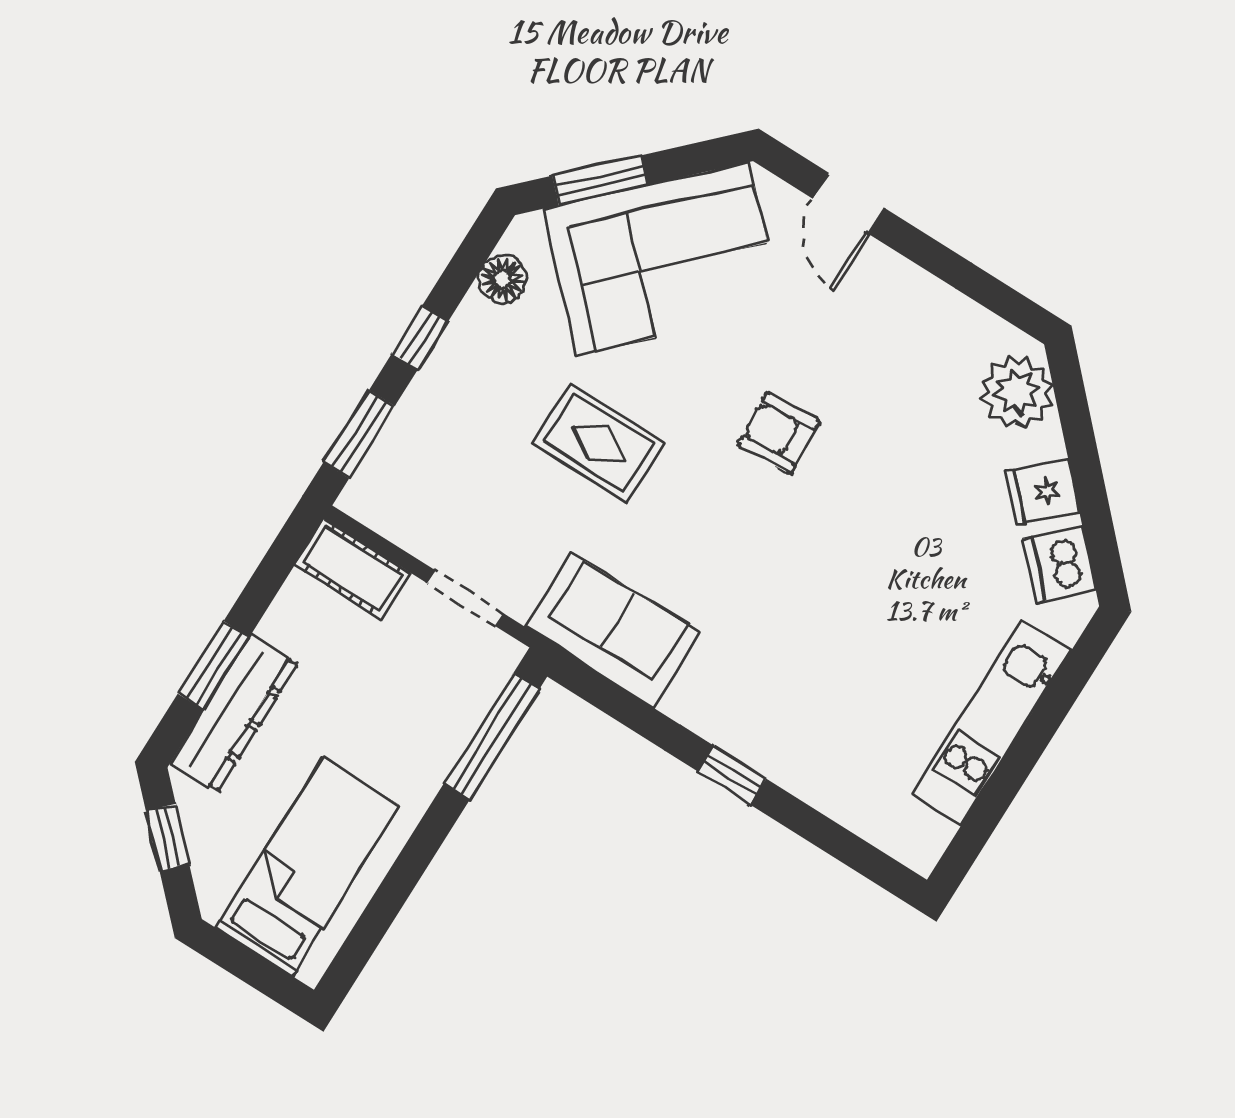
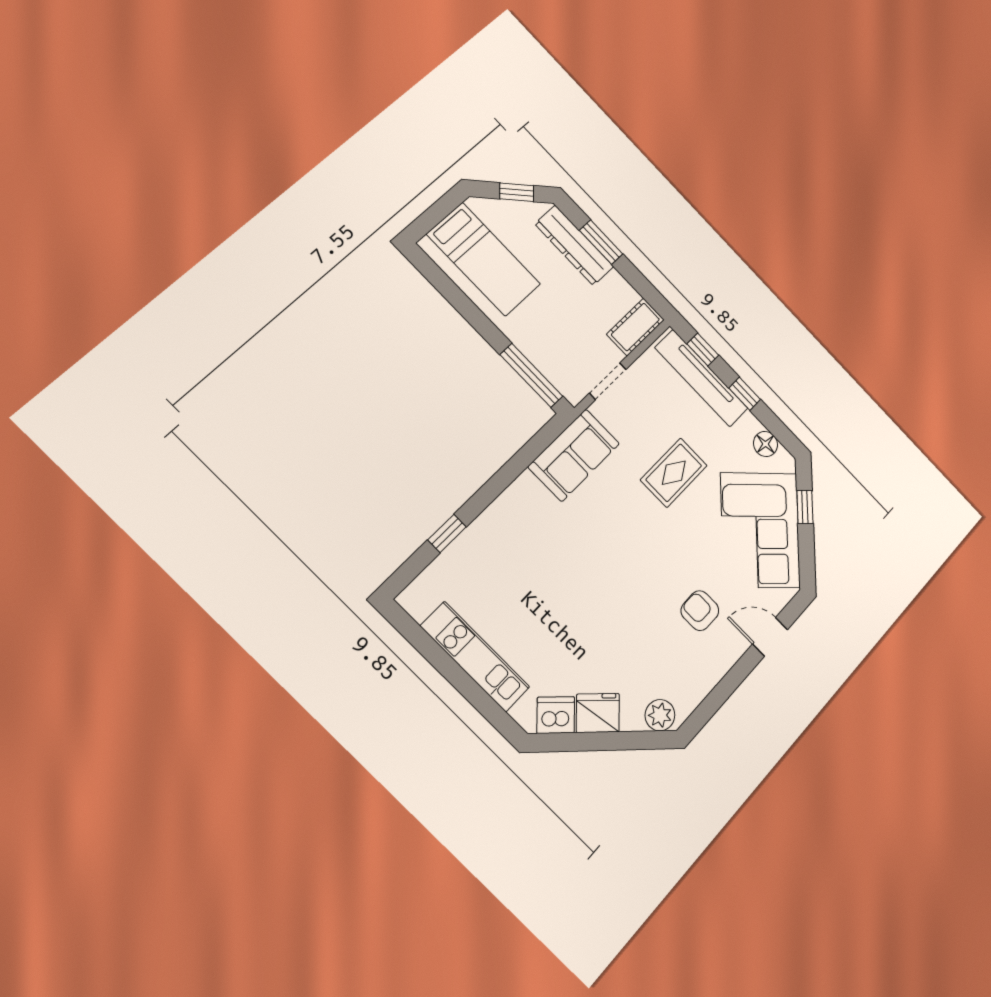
window: (600, 180) -> (805, 507), width x0.67
plant: (1017, 392) -> (660, 715), width x0.73, depth x0.73
tv unit: (413, 426) -> (701, 378), added
armchair: (779, 433) -> (700, 611), moved, turned -87
window: (359, 434) -> (703, 350), width x0.67
fridge: (1042, 492) -> (598, 713), width x1.38
window: (732, 775) -> (447, 533), moved

